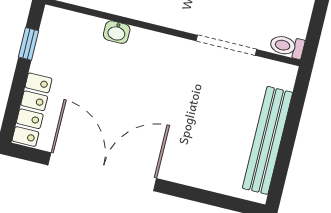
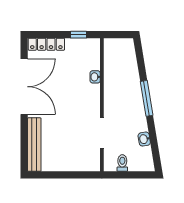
toilet: (287, 46) -> (122, 163), moved
bench: (268, 140) -> (34, 145), moved, turned 90

